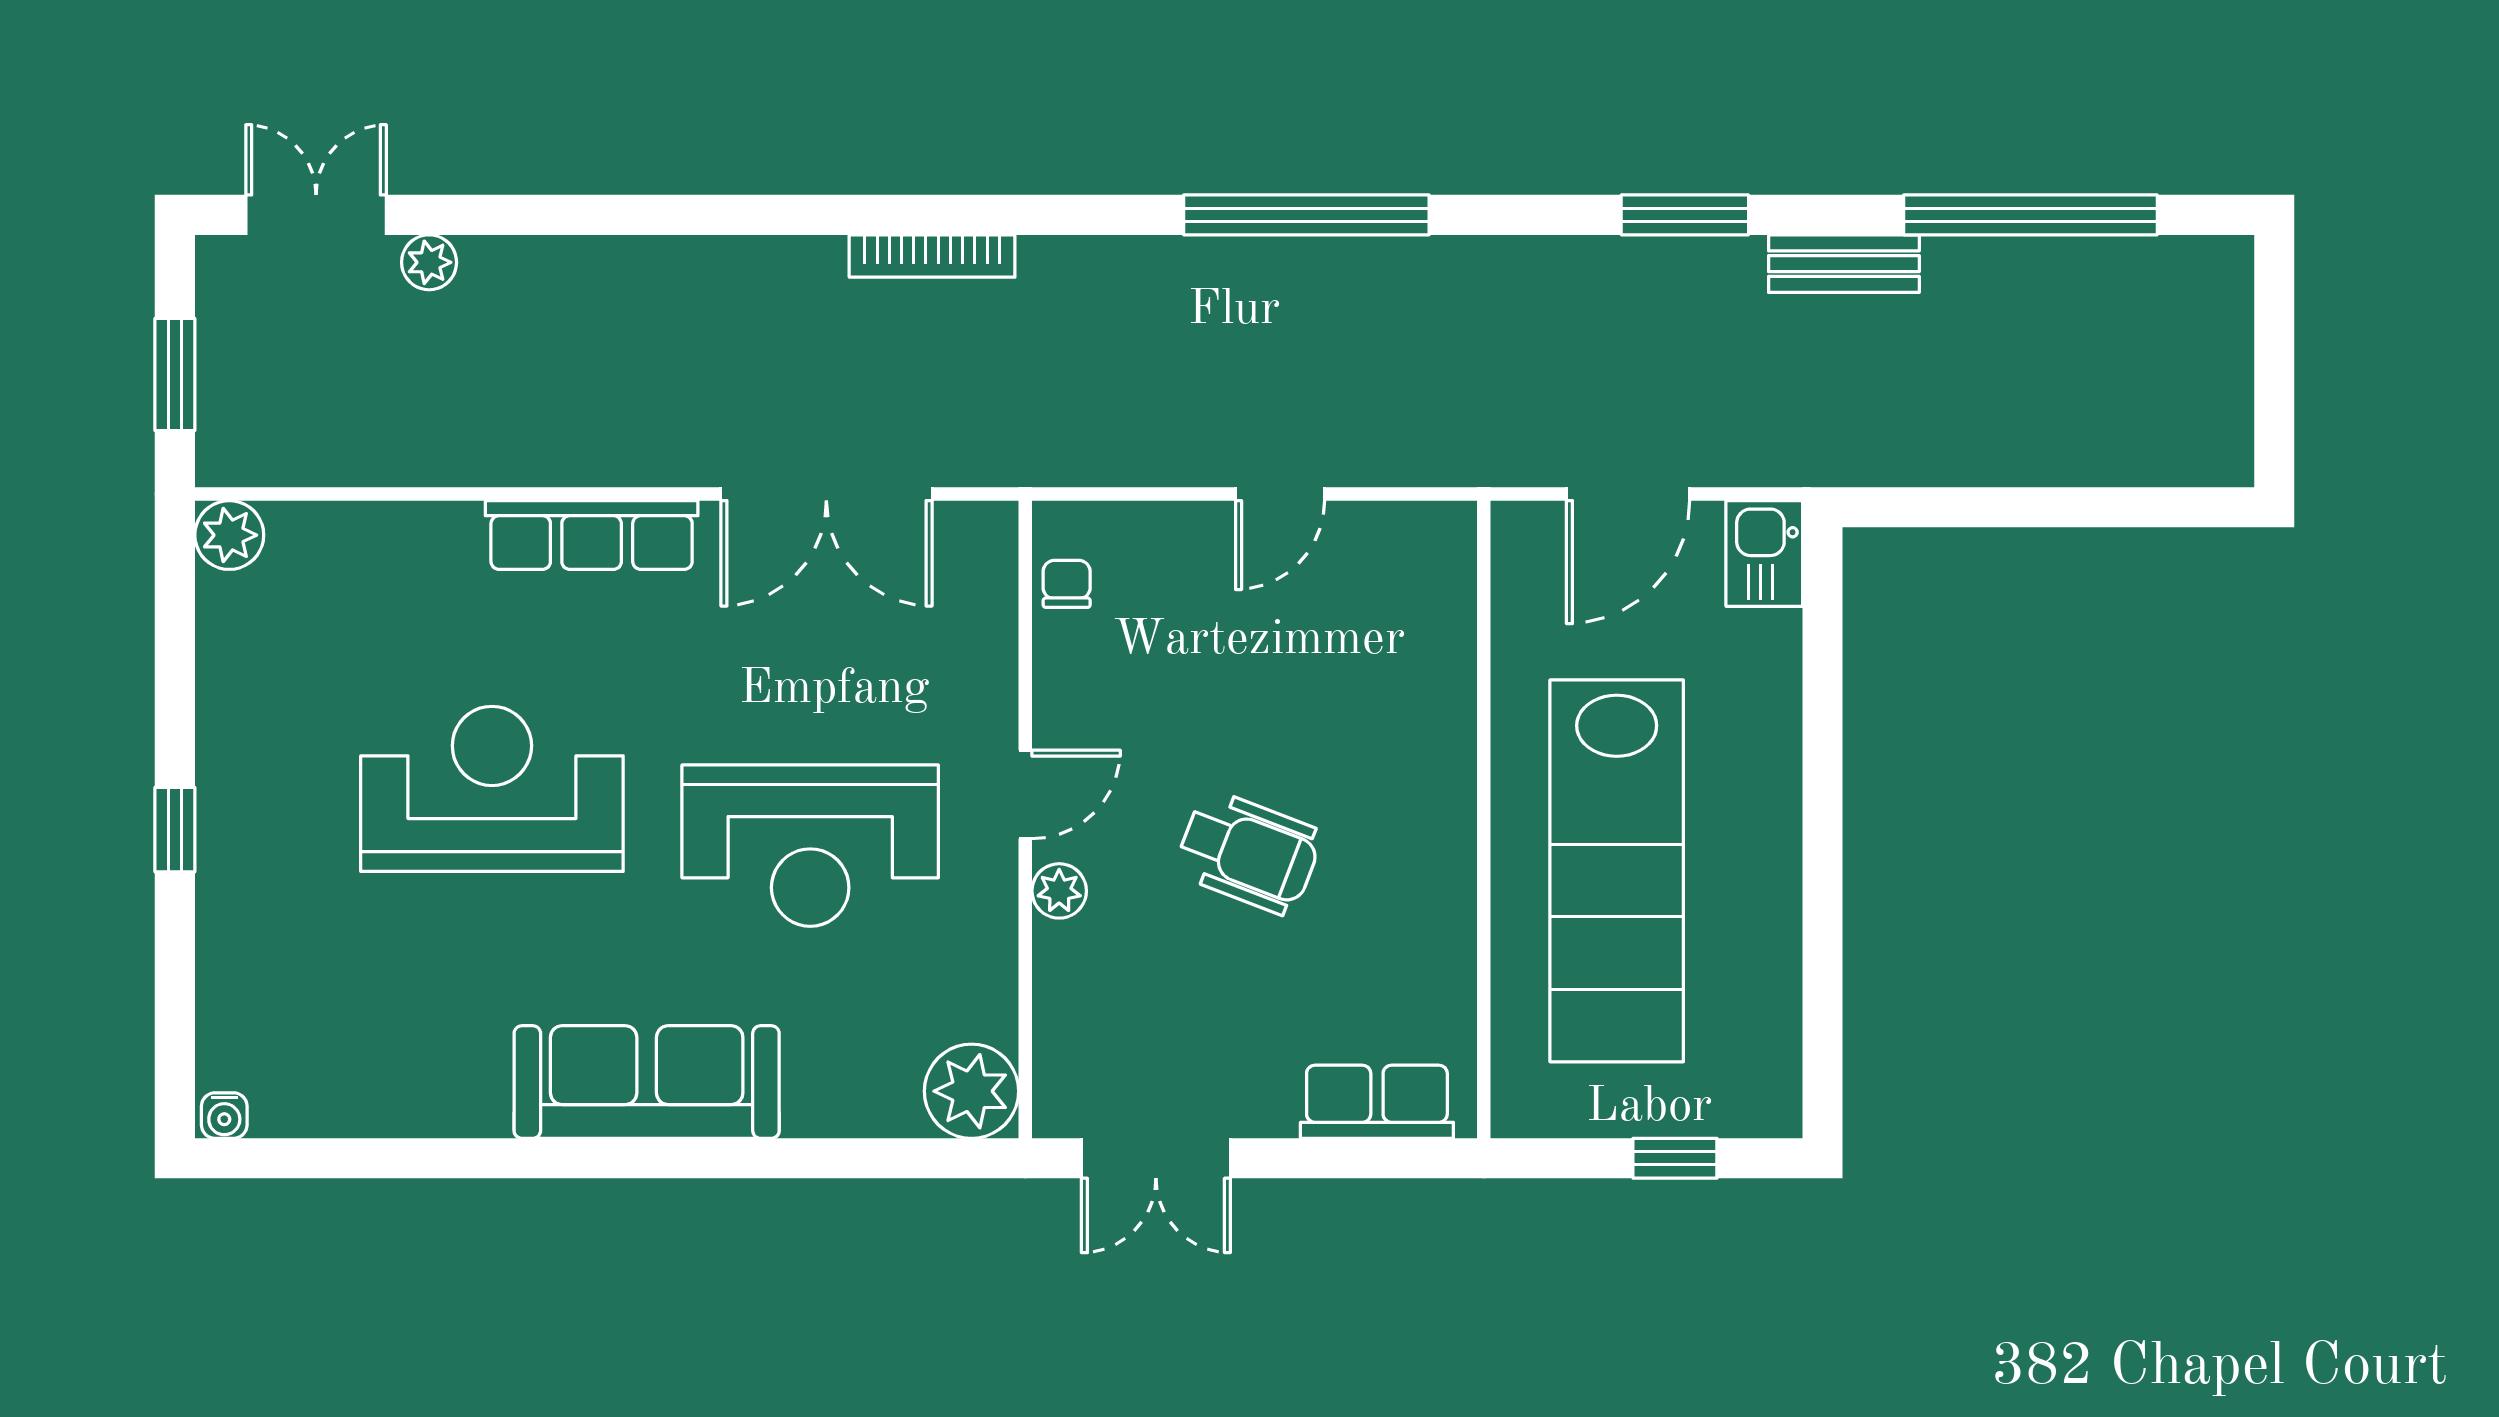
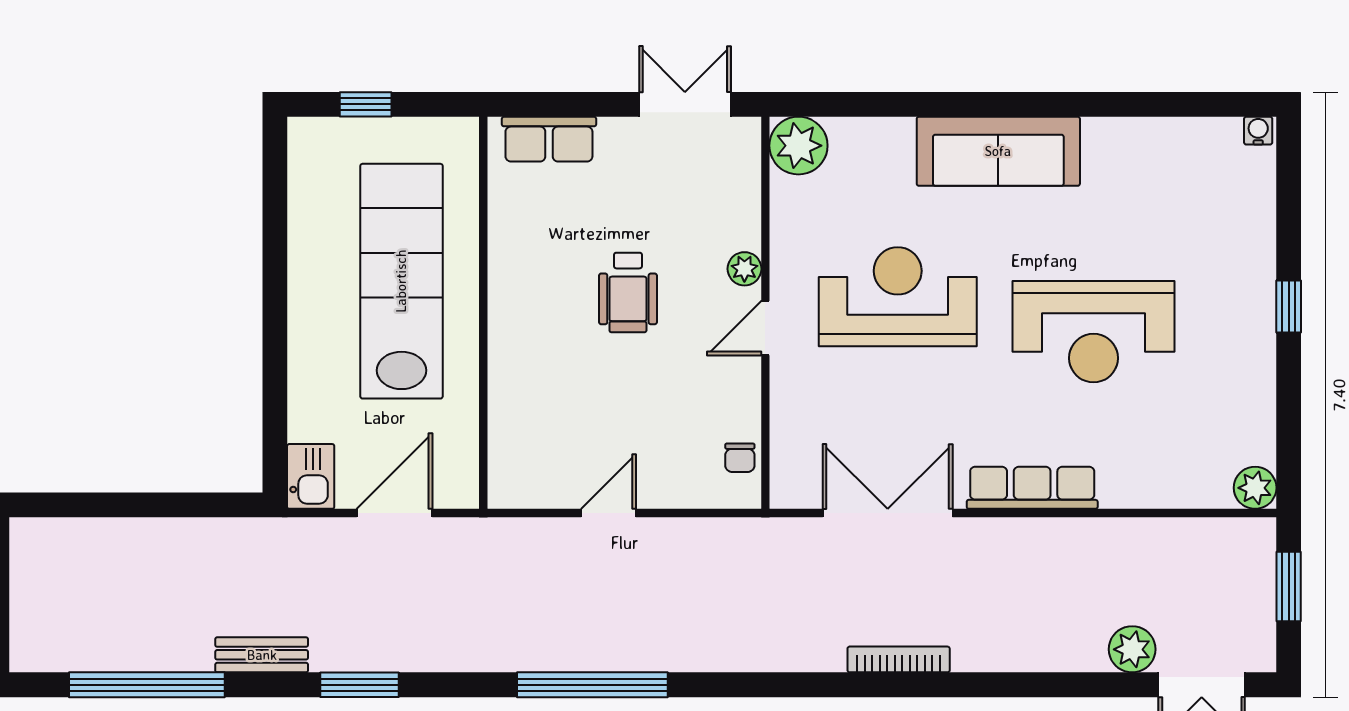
bookcase: (932, 256) -> (899, 659), moved
plant: (429, 262) -> (1132, 649), width x1.38, depth x1.38
wheelchair: (1249, 852) -> (628, 292), turned -111

